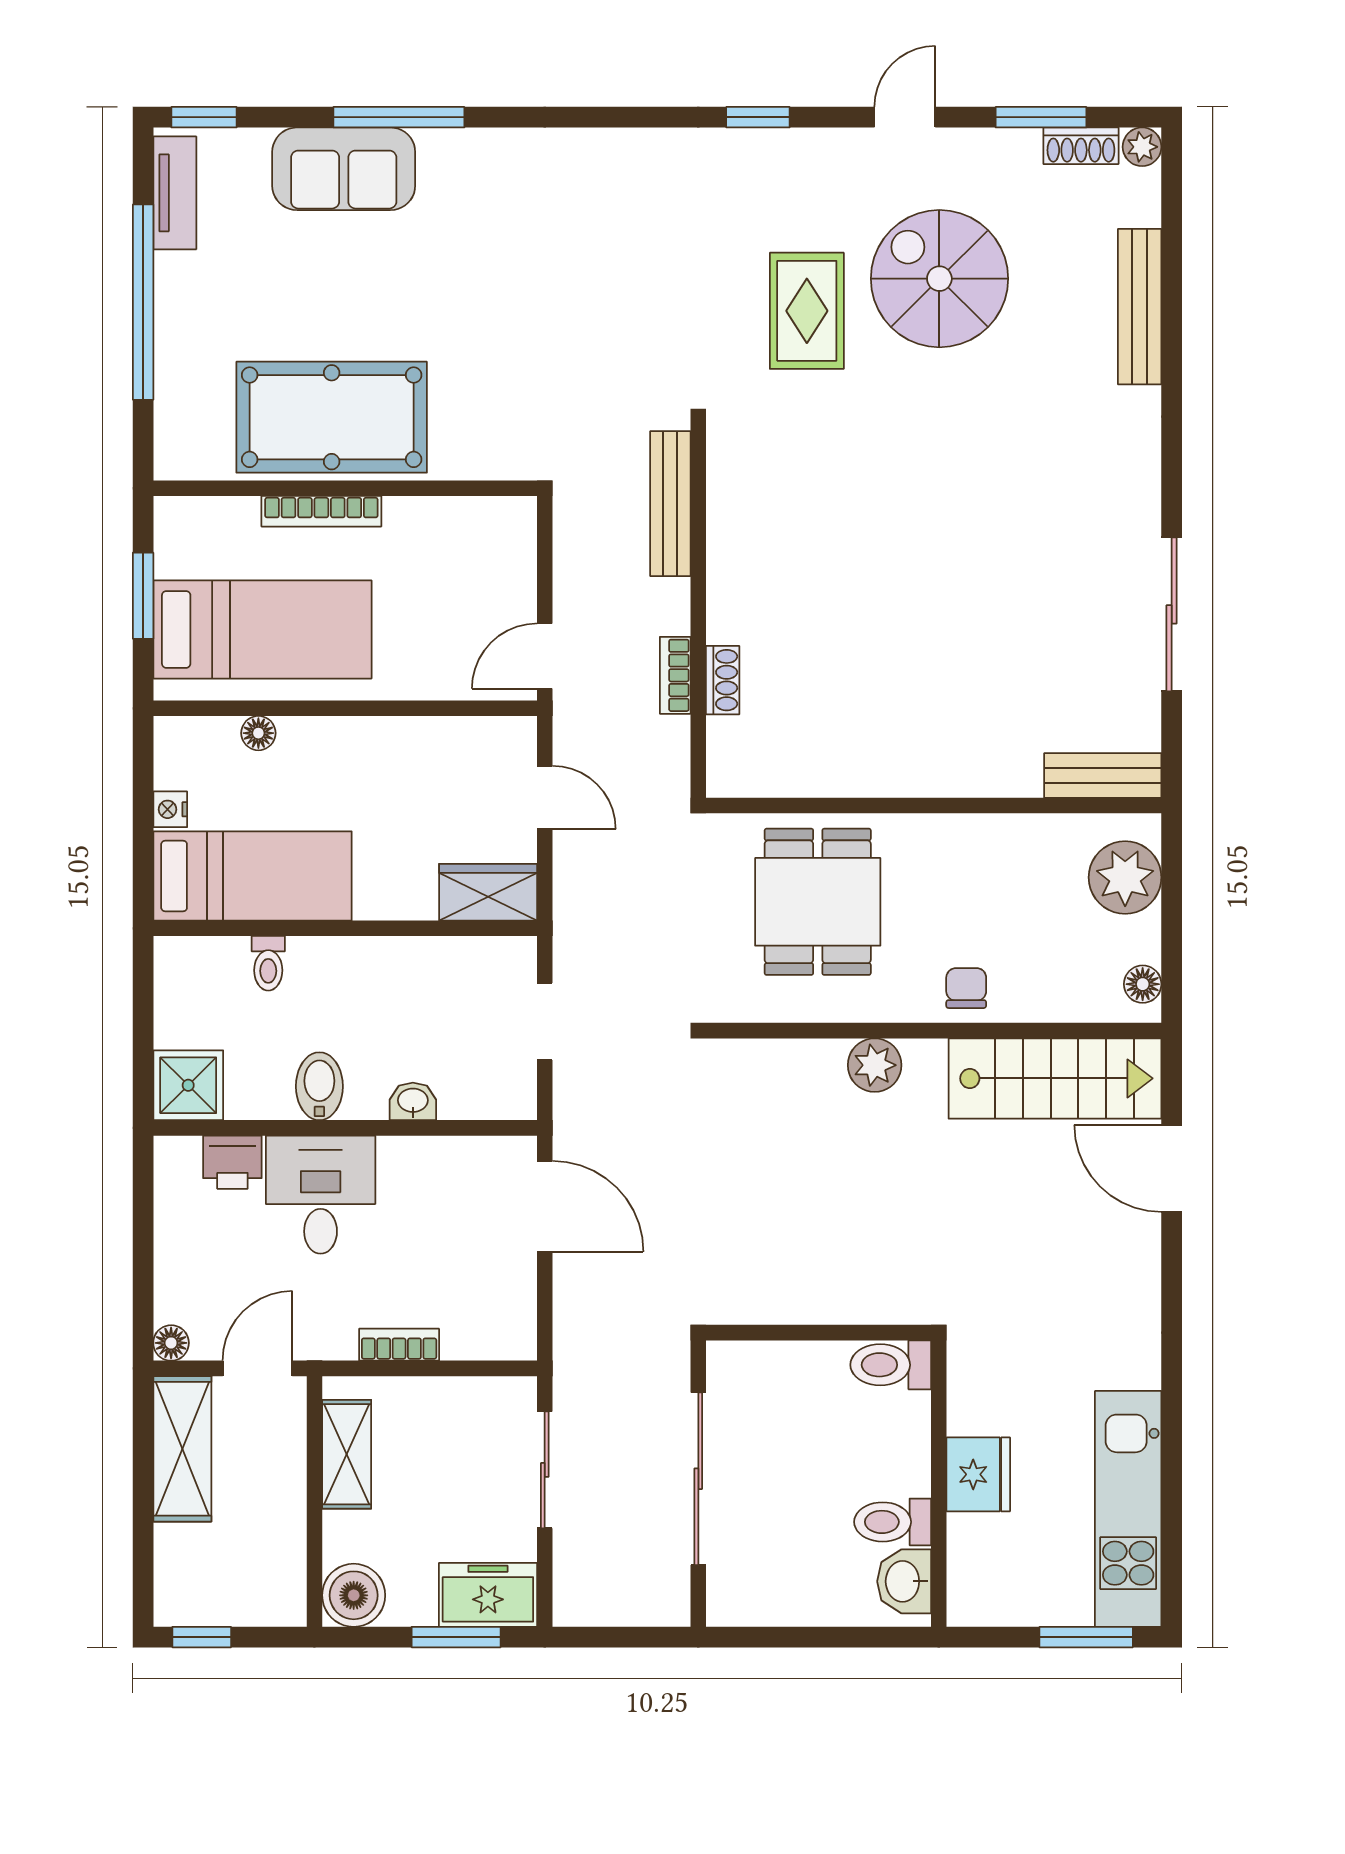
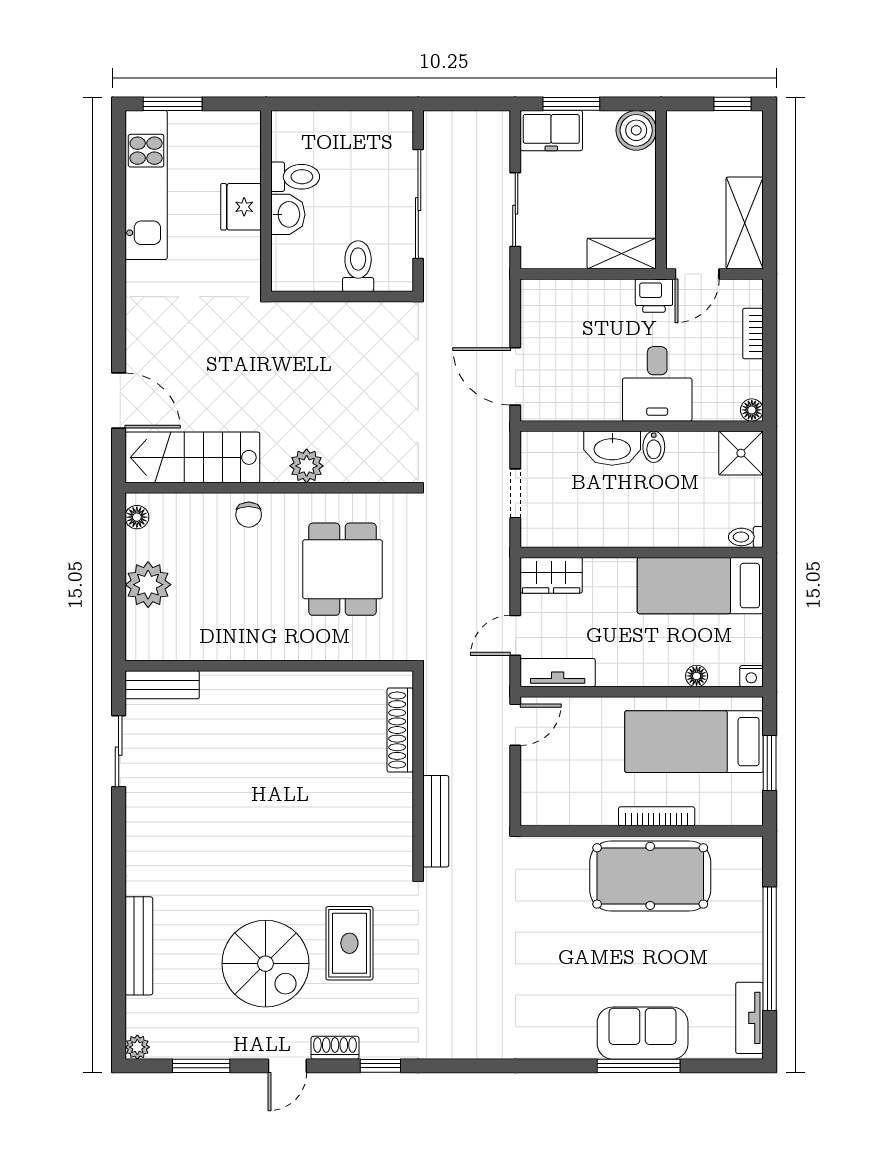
window: (204, 117) -> (731, 1066), removed
window: (399, 117) -> (639, 1066), moved
shoe rack: (1081, 146) -> (335, 1048), moved
sliding door: (1172, 614) -> (119, 751), width x0.73
bookcase: (675, 675) -> (433, 713), removed
shoe rack: (723, 680) -> (400, 730), width x1.94, depth x1.24
tv unit: (478, 739) -> (558, 673), added
bench: (1103, 775) -> (162, 685), moved
door: (545, 797) -> (515, 635), hinge flipped
wall: (934, 806) -> (269, 666), moved
nightstand: (170, 809) -> (751, 676), moved, turned 90
toilet: (268, 963) -> (746, 537), moved, turned -90
bidet: (319, 1086) -> (654, 447), width x0.72, depth x0.74
washbasin: (413, 1101) -> (612, 448), width x1.91, depth x1.45
printer: (232, 1162) -> (654, 296), moved, turned 180
floor lamp: (171, 1343) -> (752, 410), moved
bookcase: (399, 1345) -> (753, 334), moved, turned 90
toilet: (891, 1365) -> (358, 266), moved, turned -90
shelving: (347, 1454) -> (622, 254), moved, turned 90
washbasin: (904, 1581) -> (288, 214), moved

